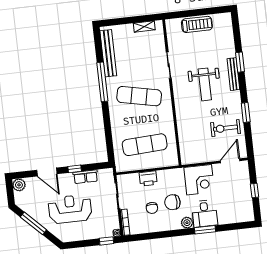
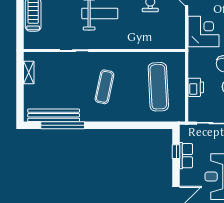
window: (102, 82) -> (63, 125), moved
exercise mat: (139, 96) -> (104, 87), width x0.73, depth x0.69
window: (75, 169) -> (176, 152), moved

